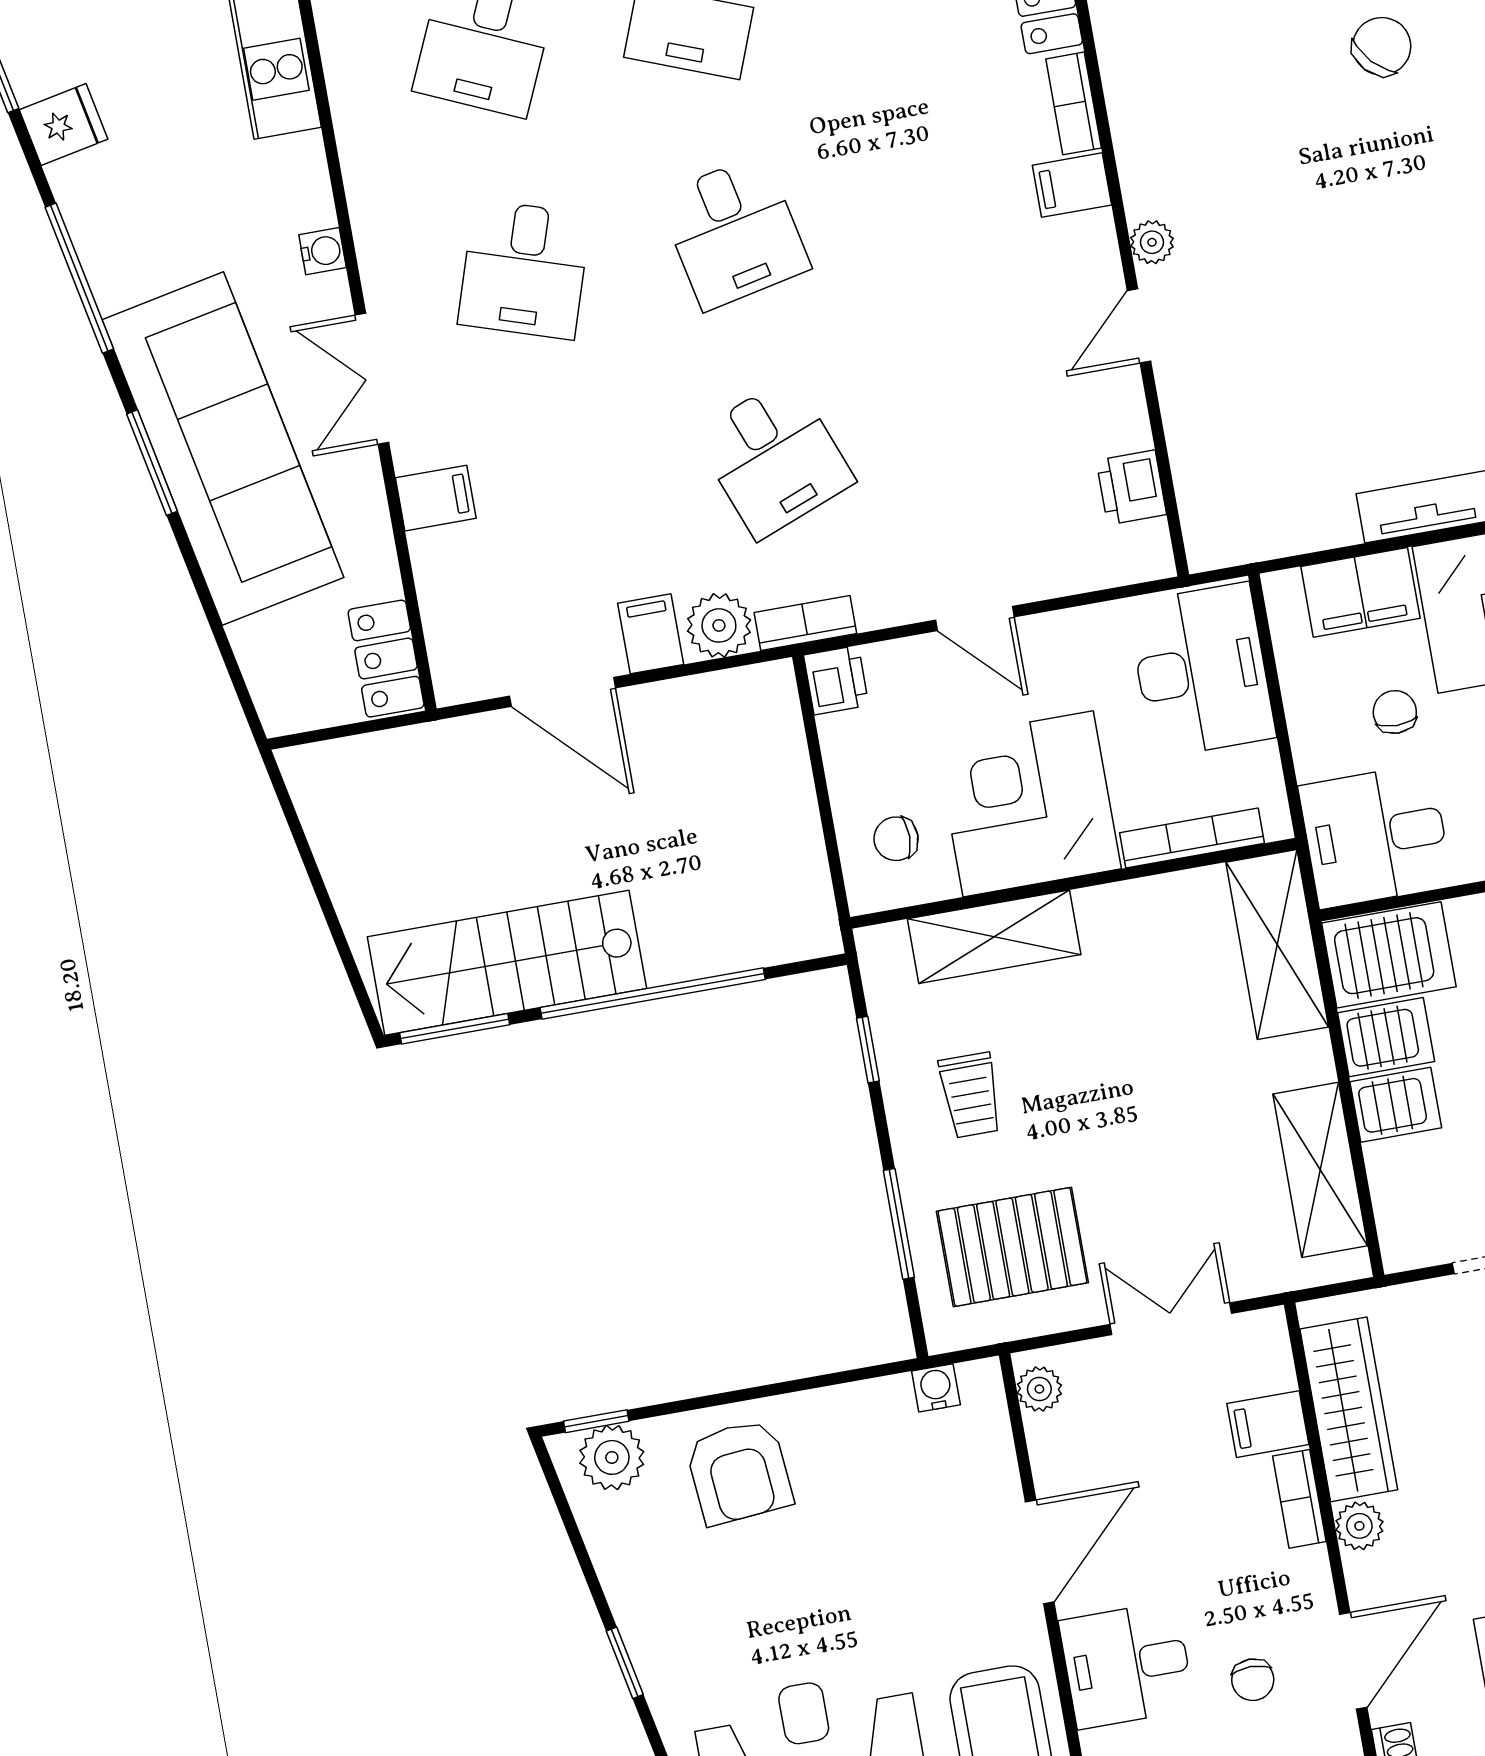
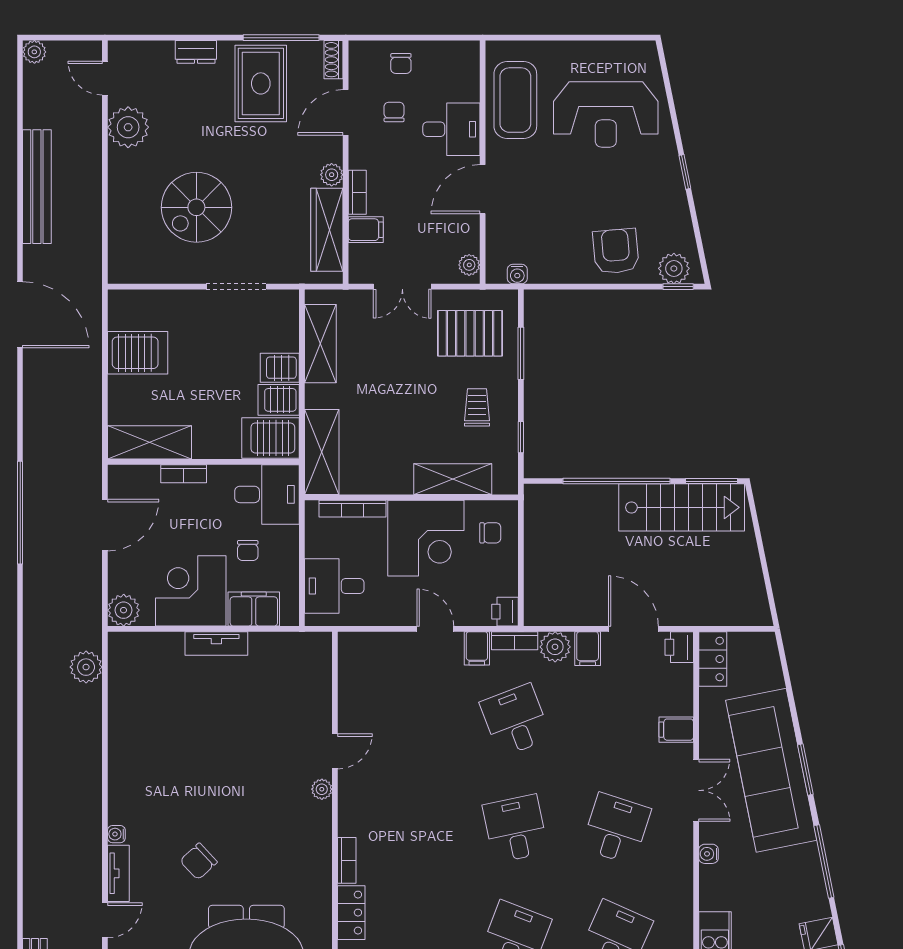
filing cabinet: (1072, 185) -> (477, 648), moved, turned 90
printer: (1131, 487) -> (679, 647), moved, turned 180
desk: (1201, 670) -> (334, 586), width x0.73

